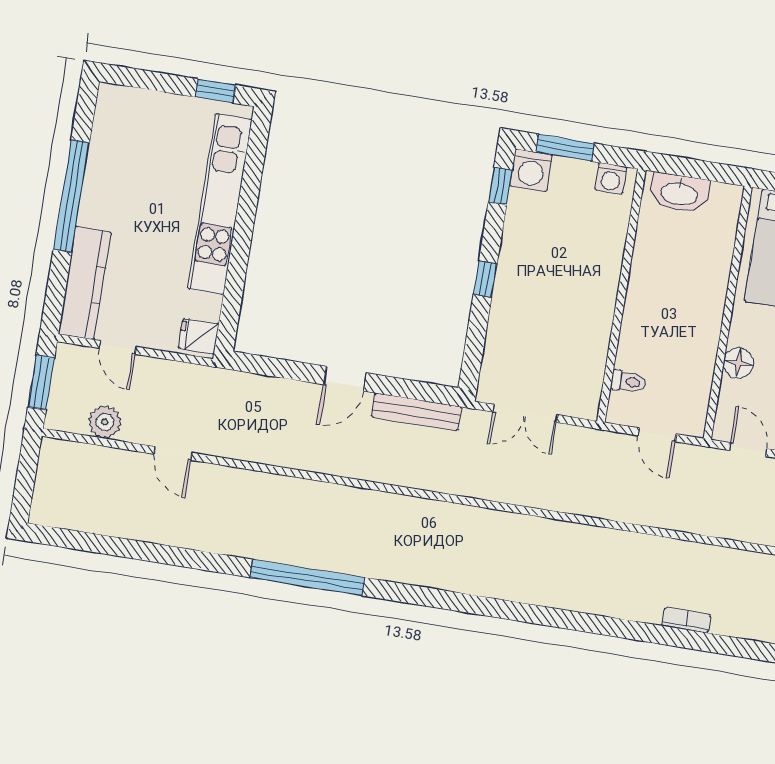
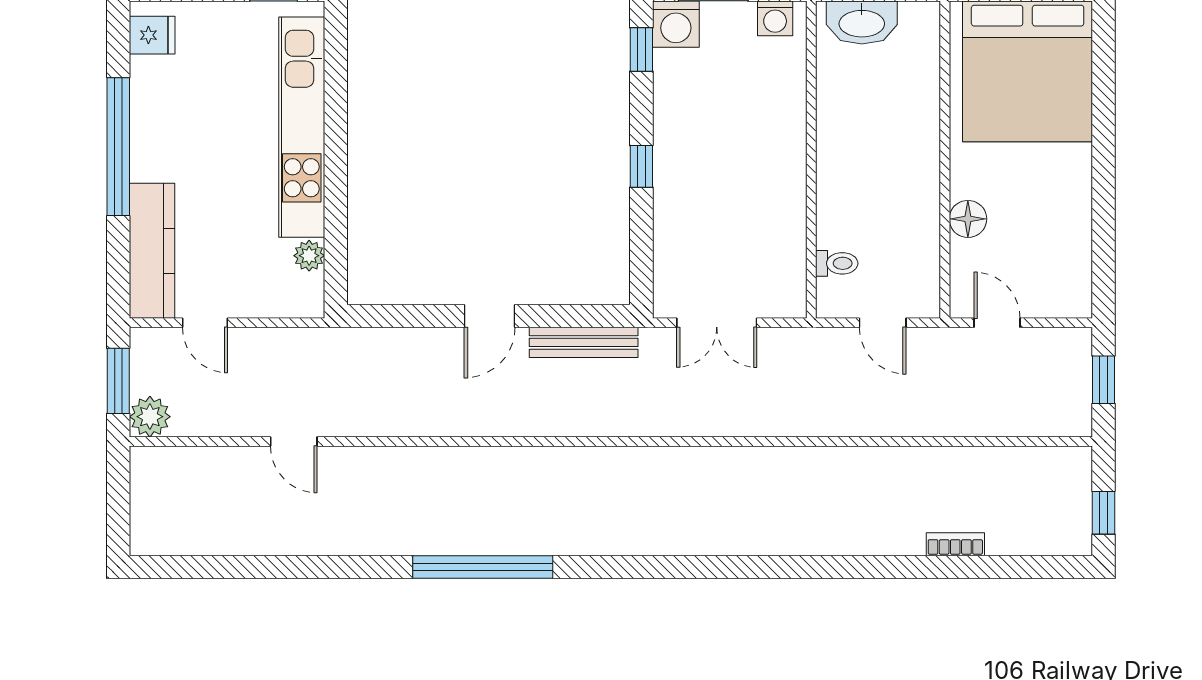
plant: (209, 307) -> (309, 256), added
fridge: (199, 336) -> (152, 35), moved, turned 180
plant: (105, 422) -> (150, 417), moved

